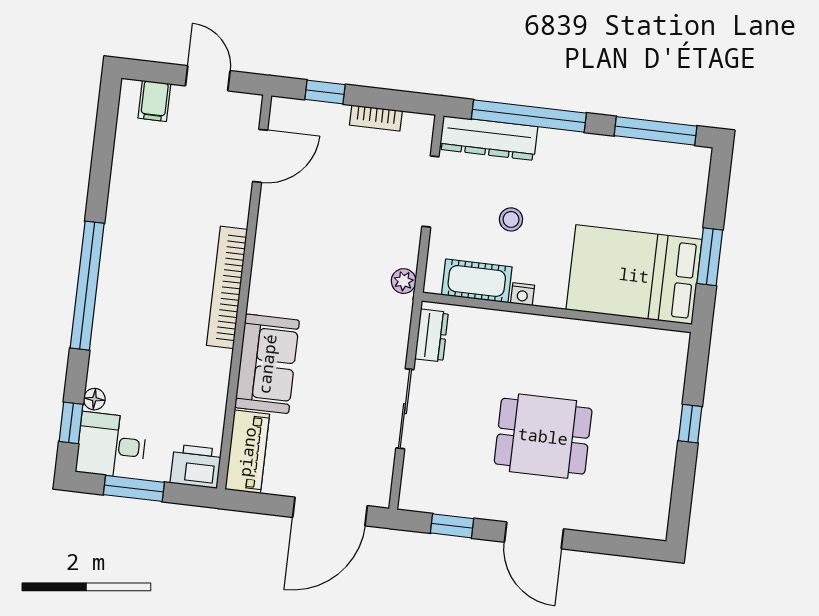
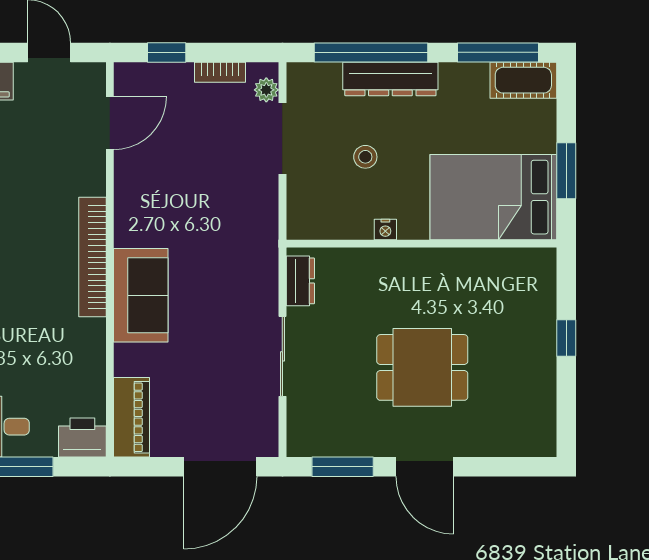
dresser: (489, 138) -> (390, 79), moved
plant: (404, 281) -> (266, 90), moved
cot: (477, 281) -> (523, 80), moved
sofa: (267, 364) -> (141, 295), moved
window: (452, 526) -> (343, 467), width x1.50

